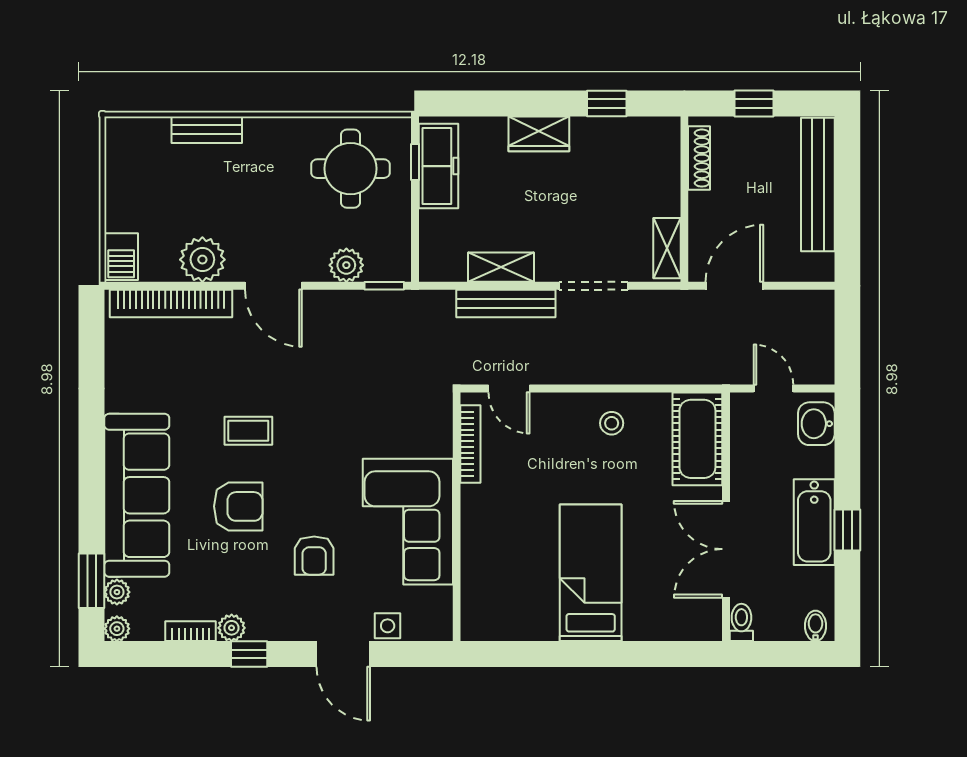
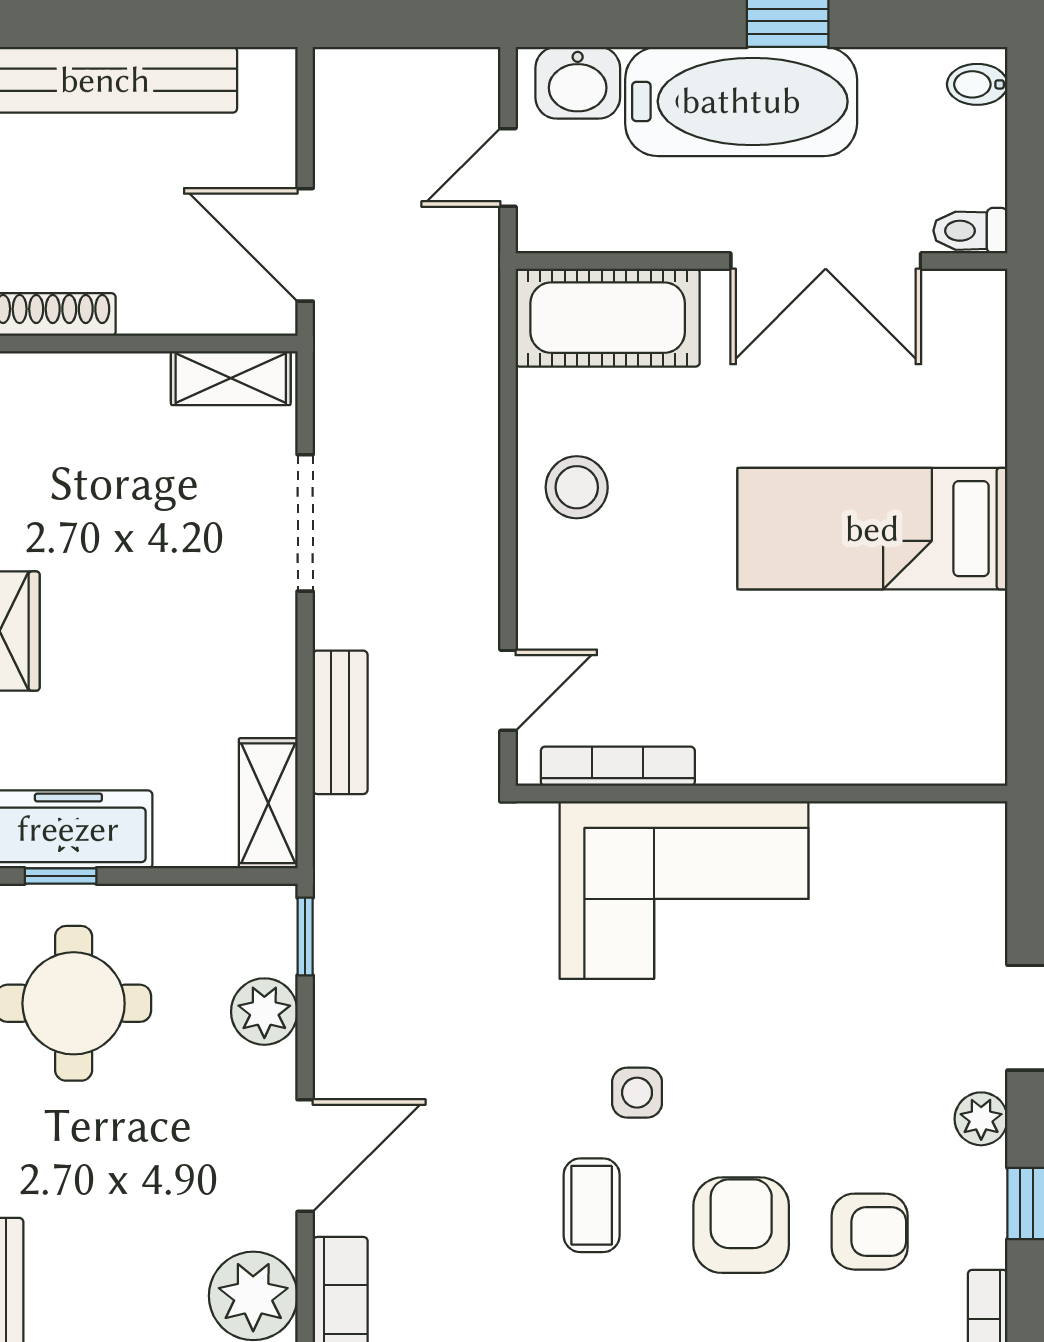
shelving: (501, 267) -> (268, 803), moved
bench: (506, 303) -> (340, 722), width x0.73
stool: (612, 423) -> (577, 487), width x1.37, depth x1.37
corner sofa: (408, 522) -> (684, 890), moved
bathtub: (814, 522) -> (741, 101), width x1.36, depth x1.36
armchair: (314, 556) -> (870, 1232), moved
side table: (388, 626) -> (637, 1093), moved
plant: (232, 628) -> (981, 1119), moved

